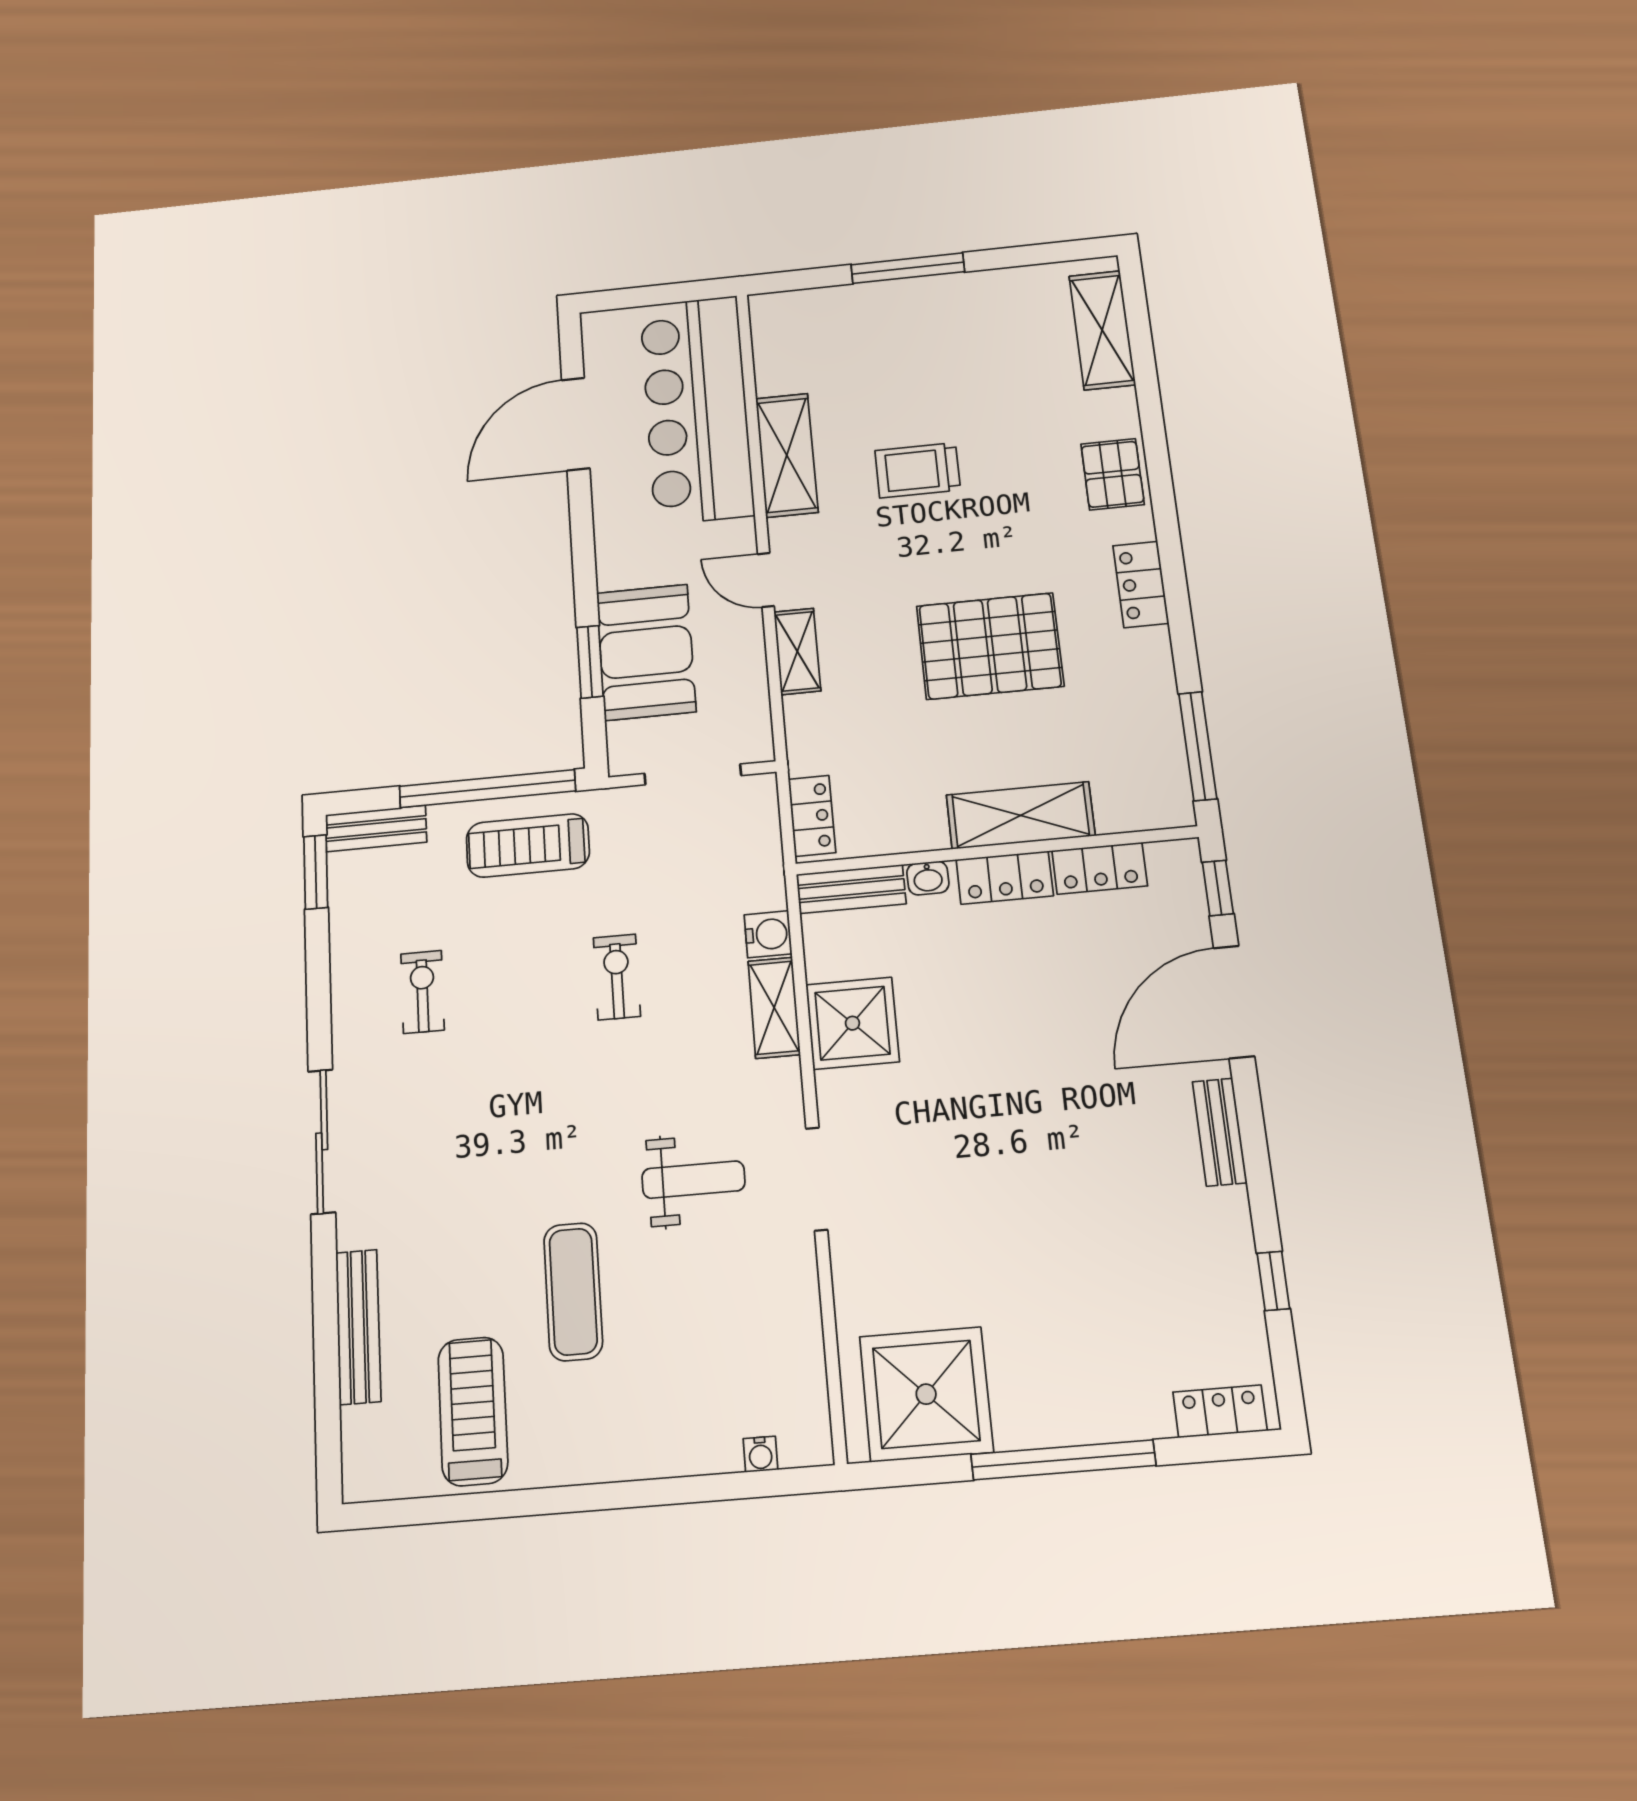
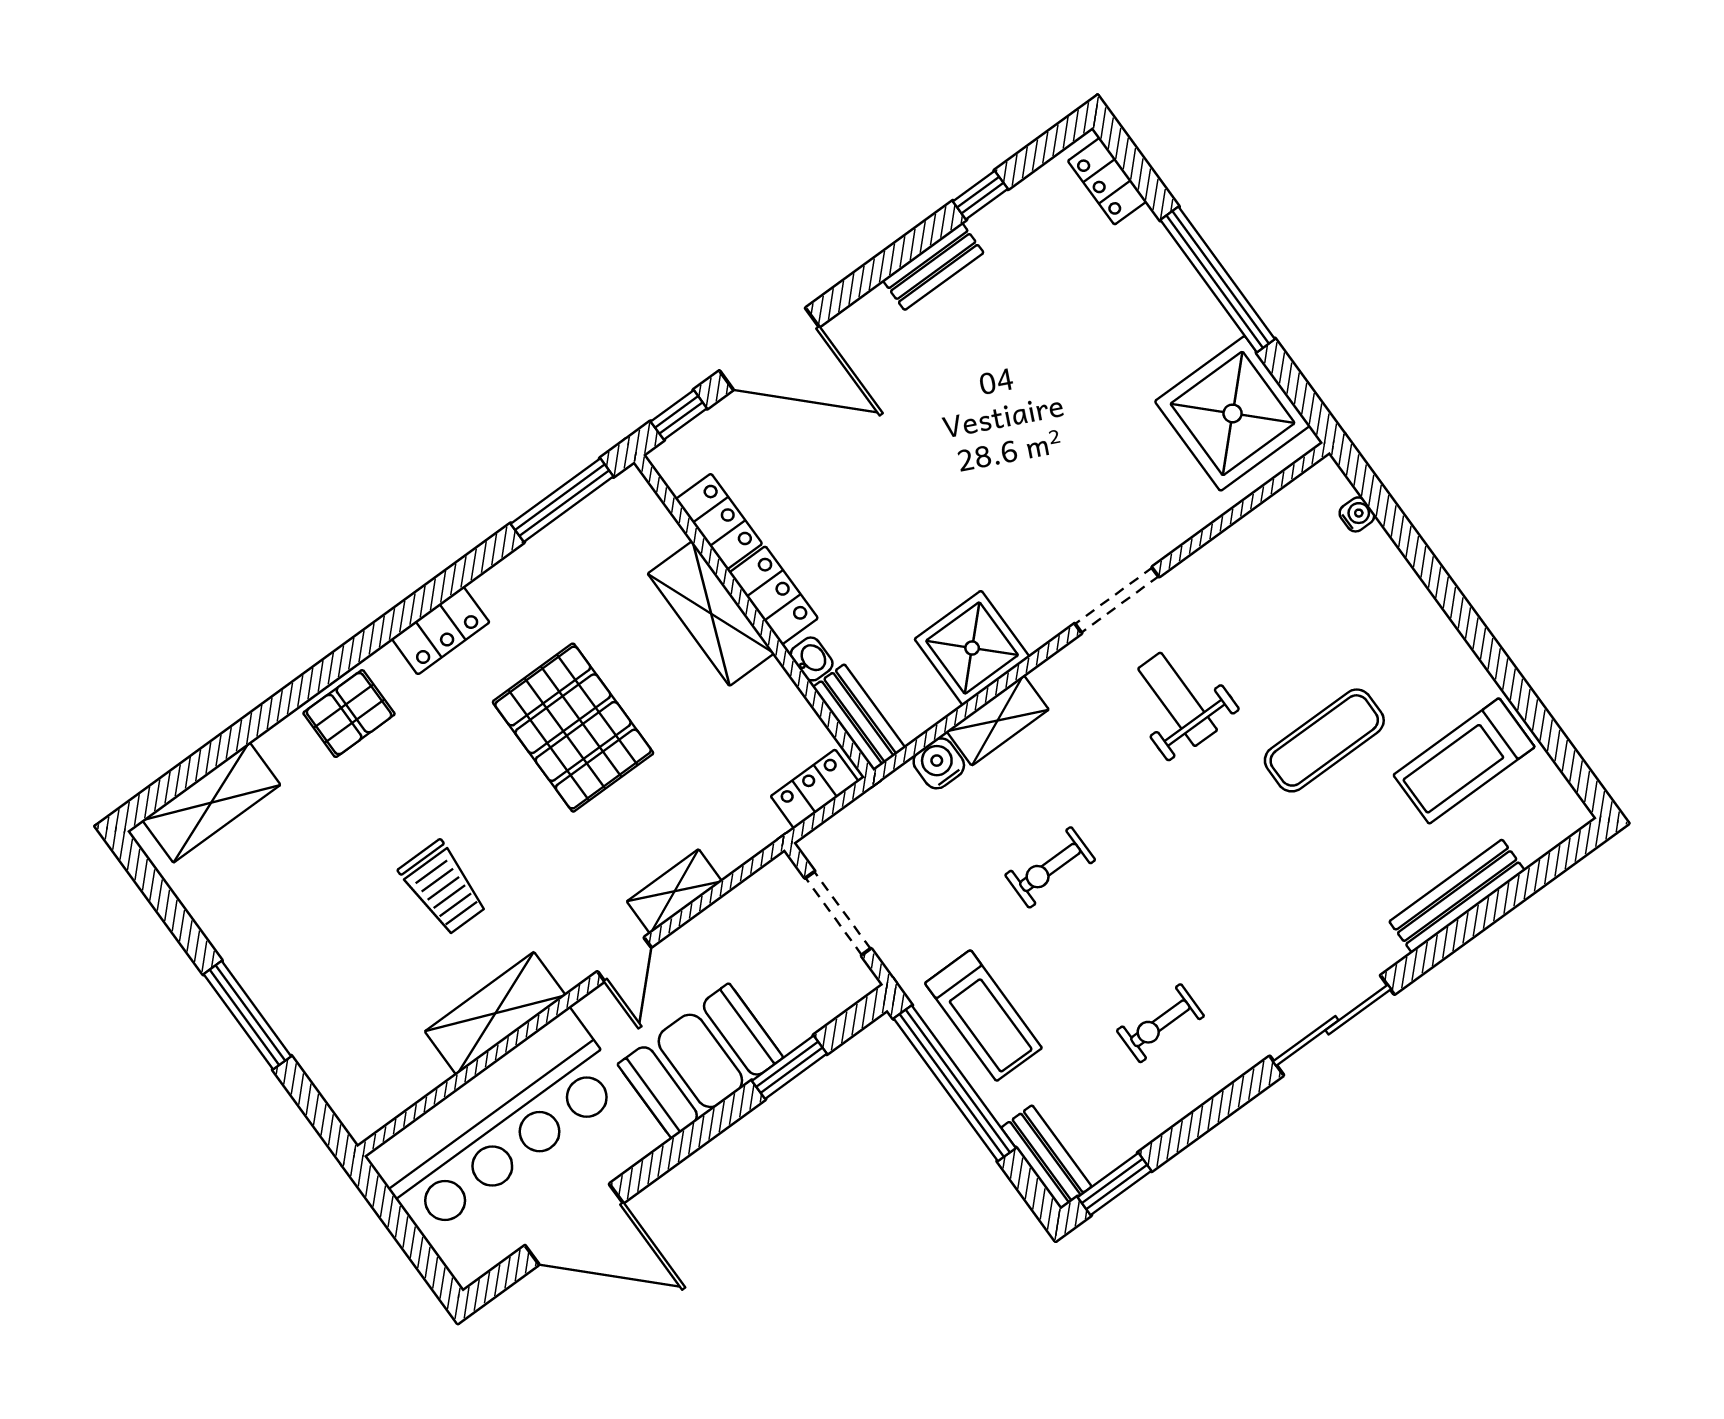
booth: (646, 652) -> (700, 1061), moved
bench: (1220, 1132) -> (933, 266), moved

